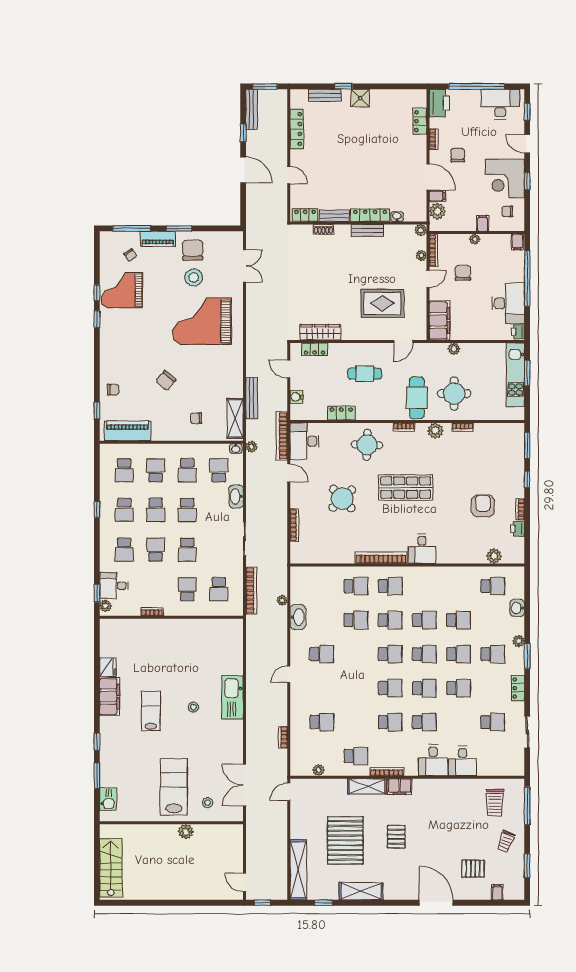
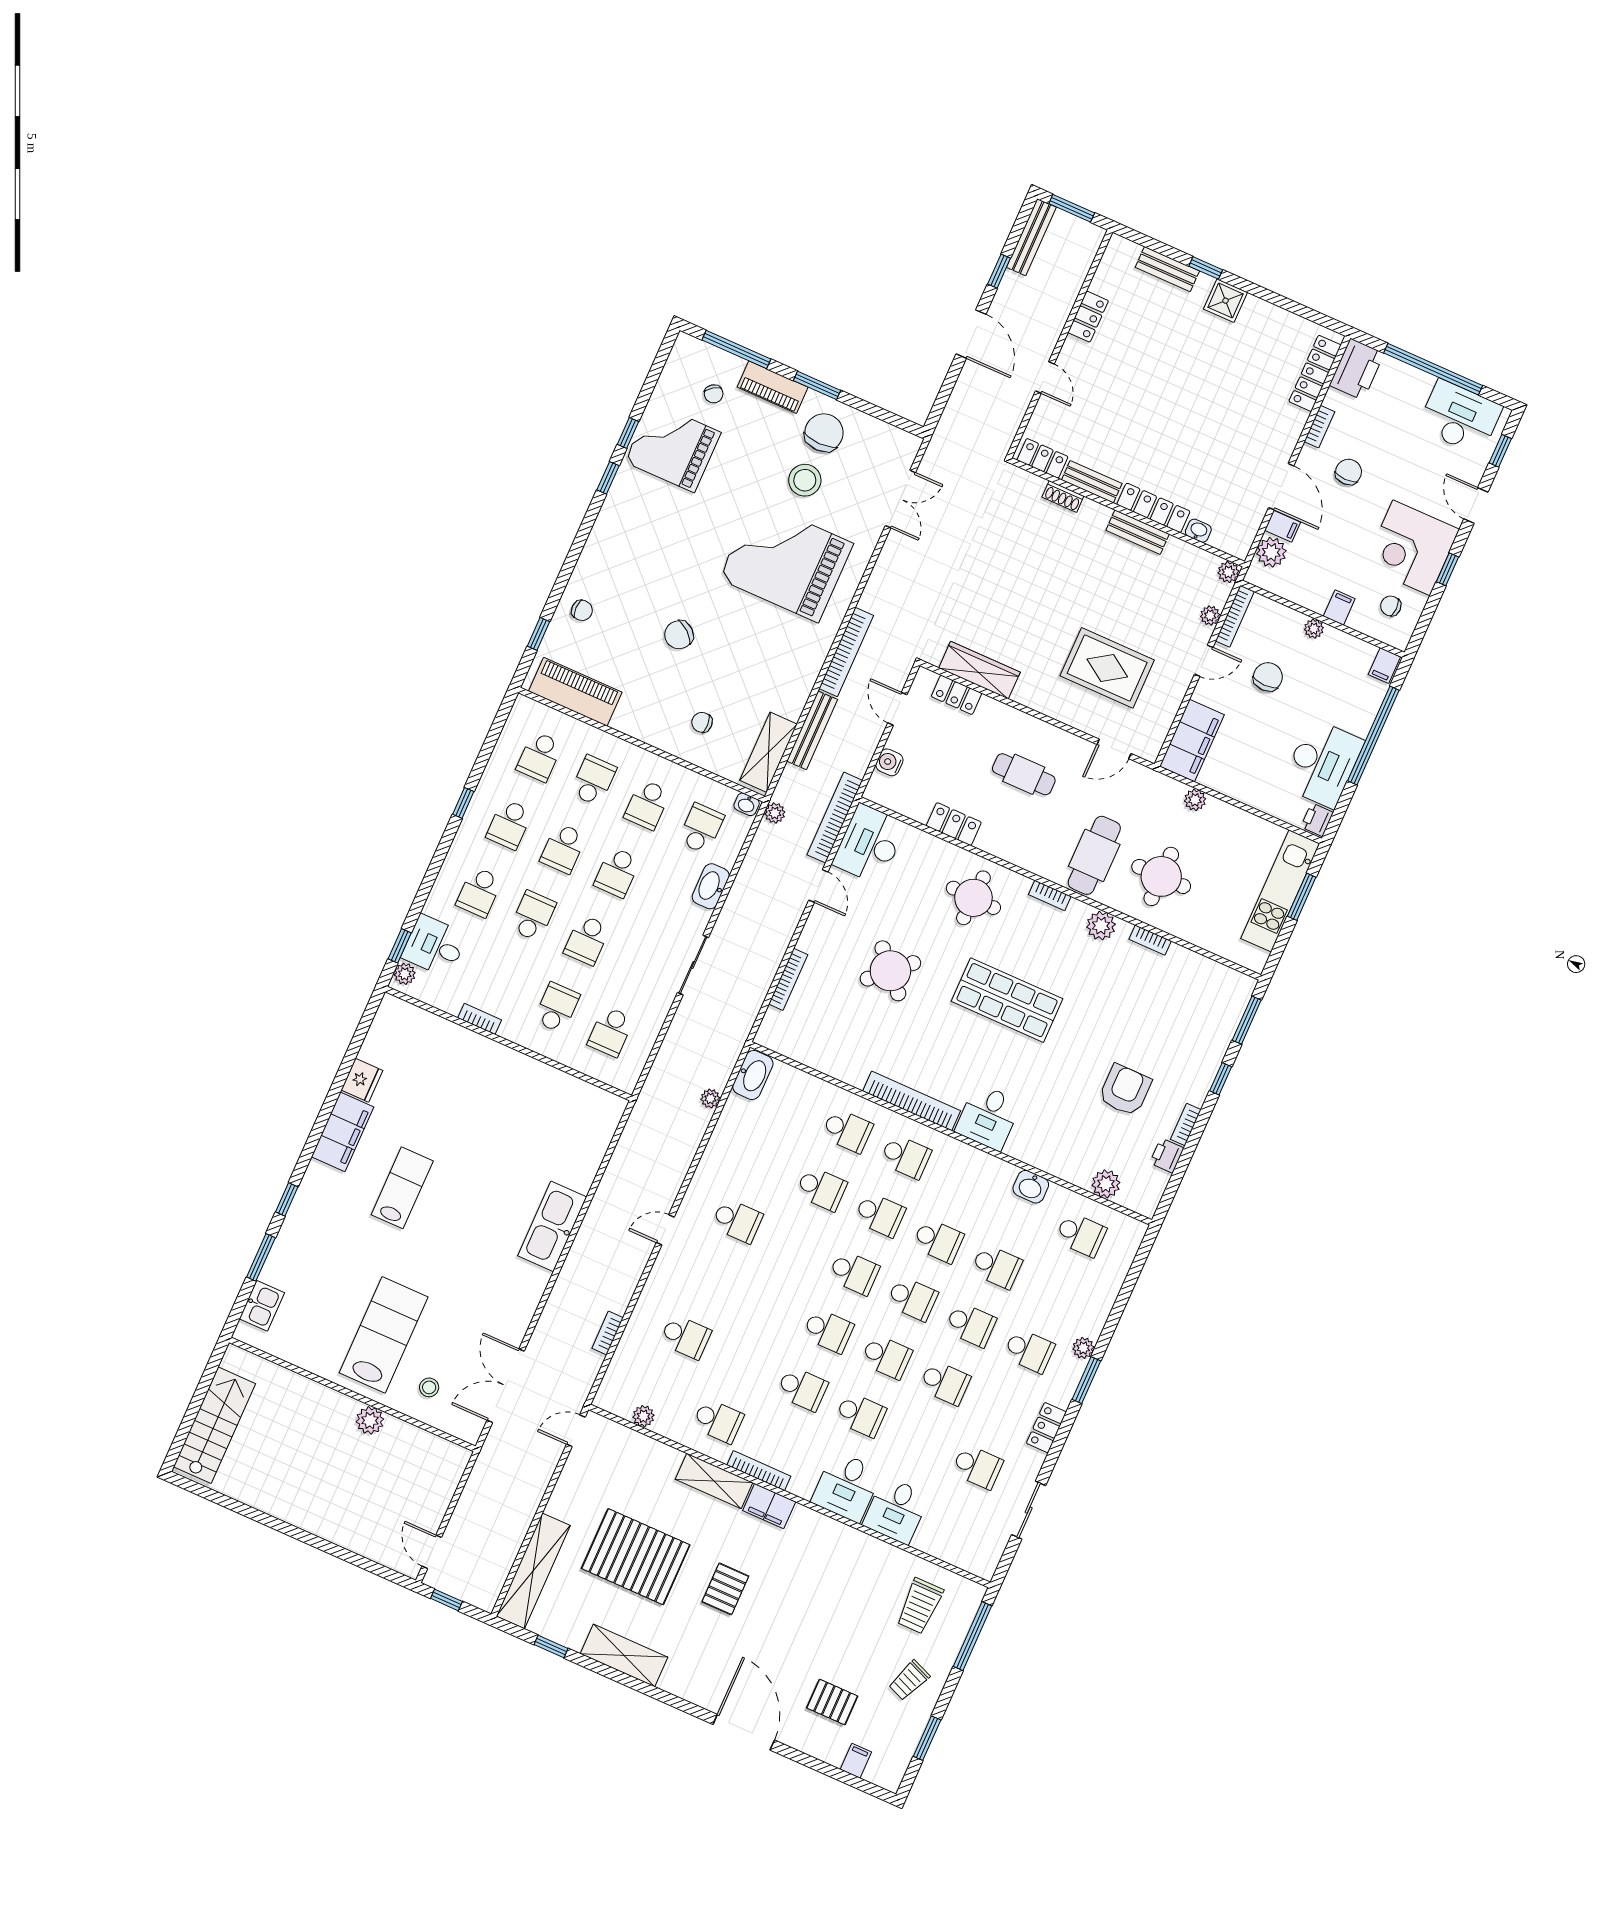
locker: (420, 121) -> (1315, 373), width x1.53
locker: (297, 129) -> (1088, 317), width x0.66
bookcase: (251, 590) -> (846, 652), moved
washbasin: (517, 608) -> (1031, 1187), moved, turned -90
washbasin: (298, 617) -> (753, 1075), moved
stool: (193, 707) -> (478, 1213), removed
pallet: (345, 840) -> (636, 1557), turned 90

